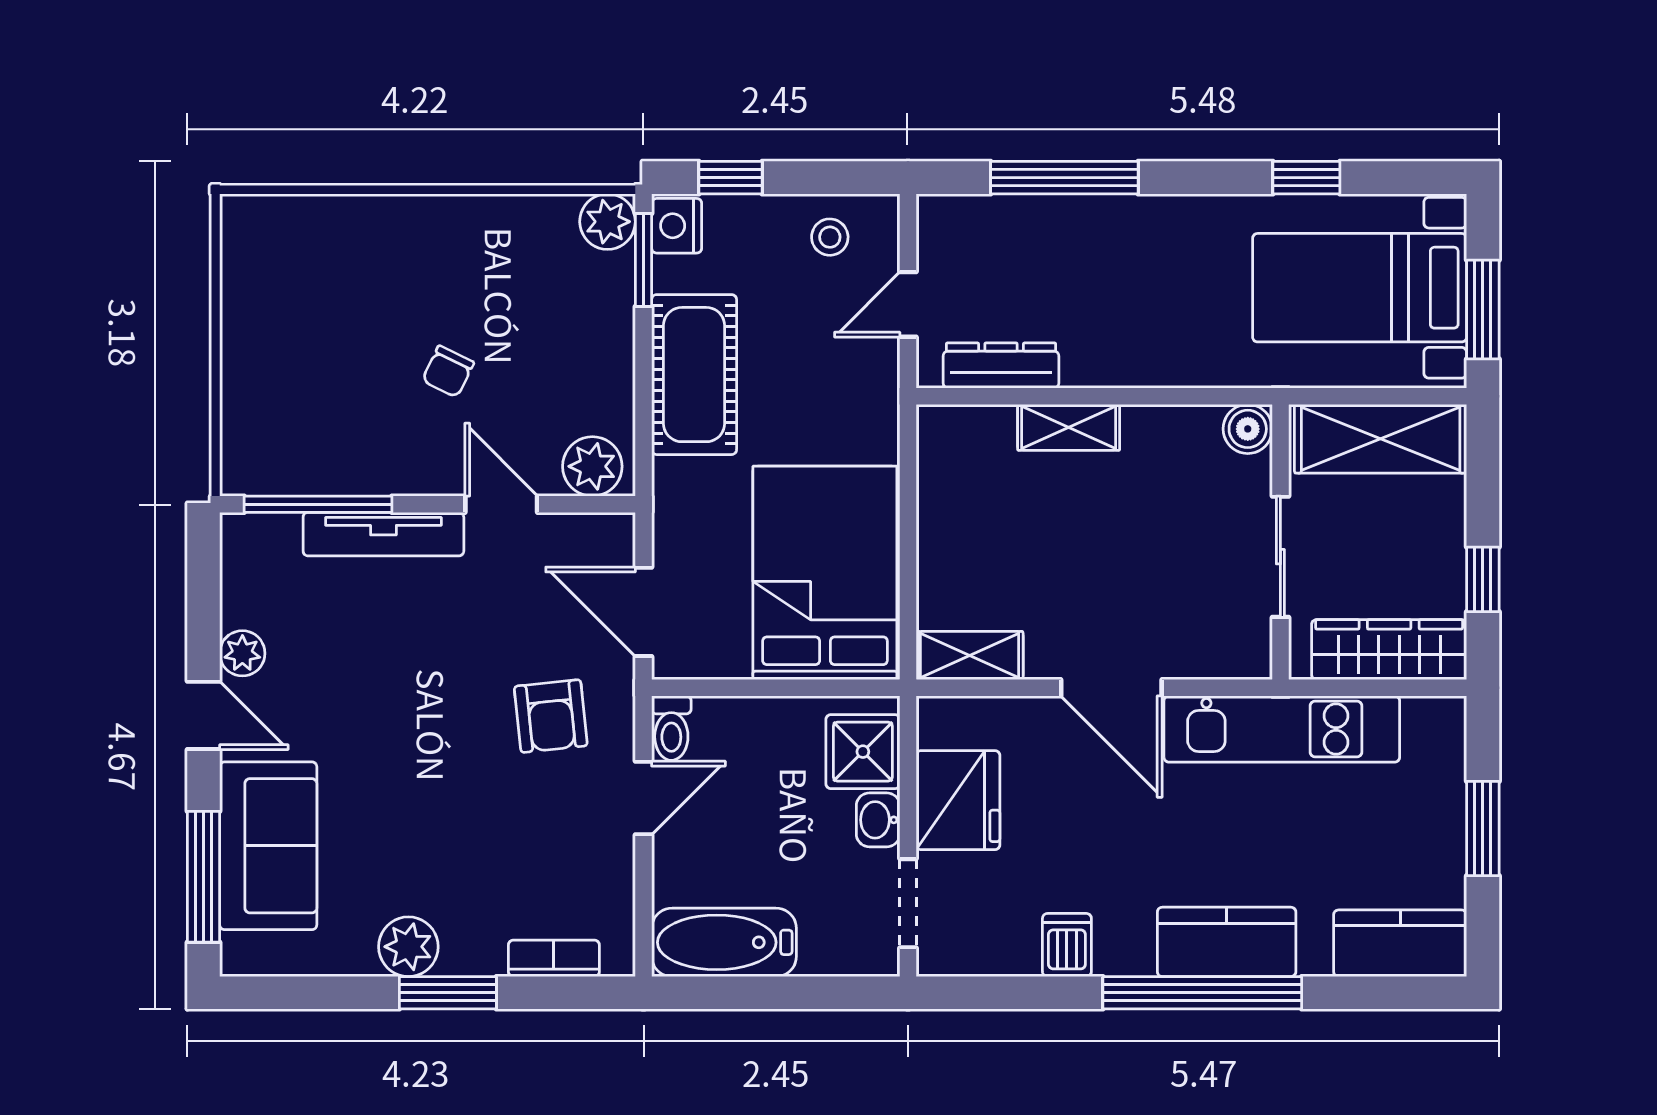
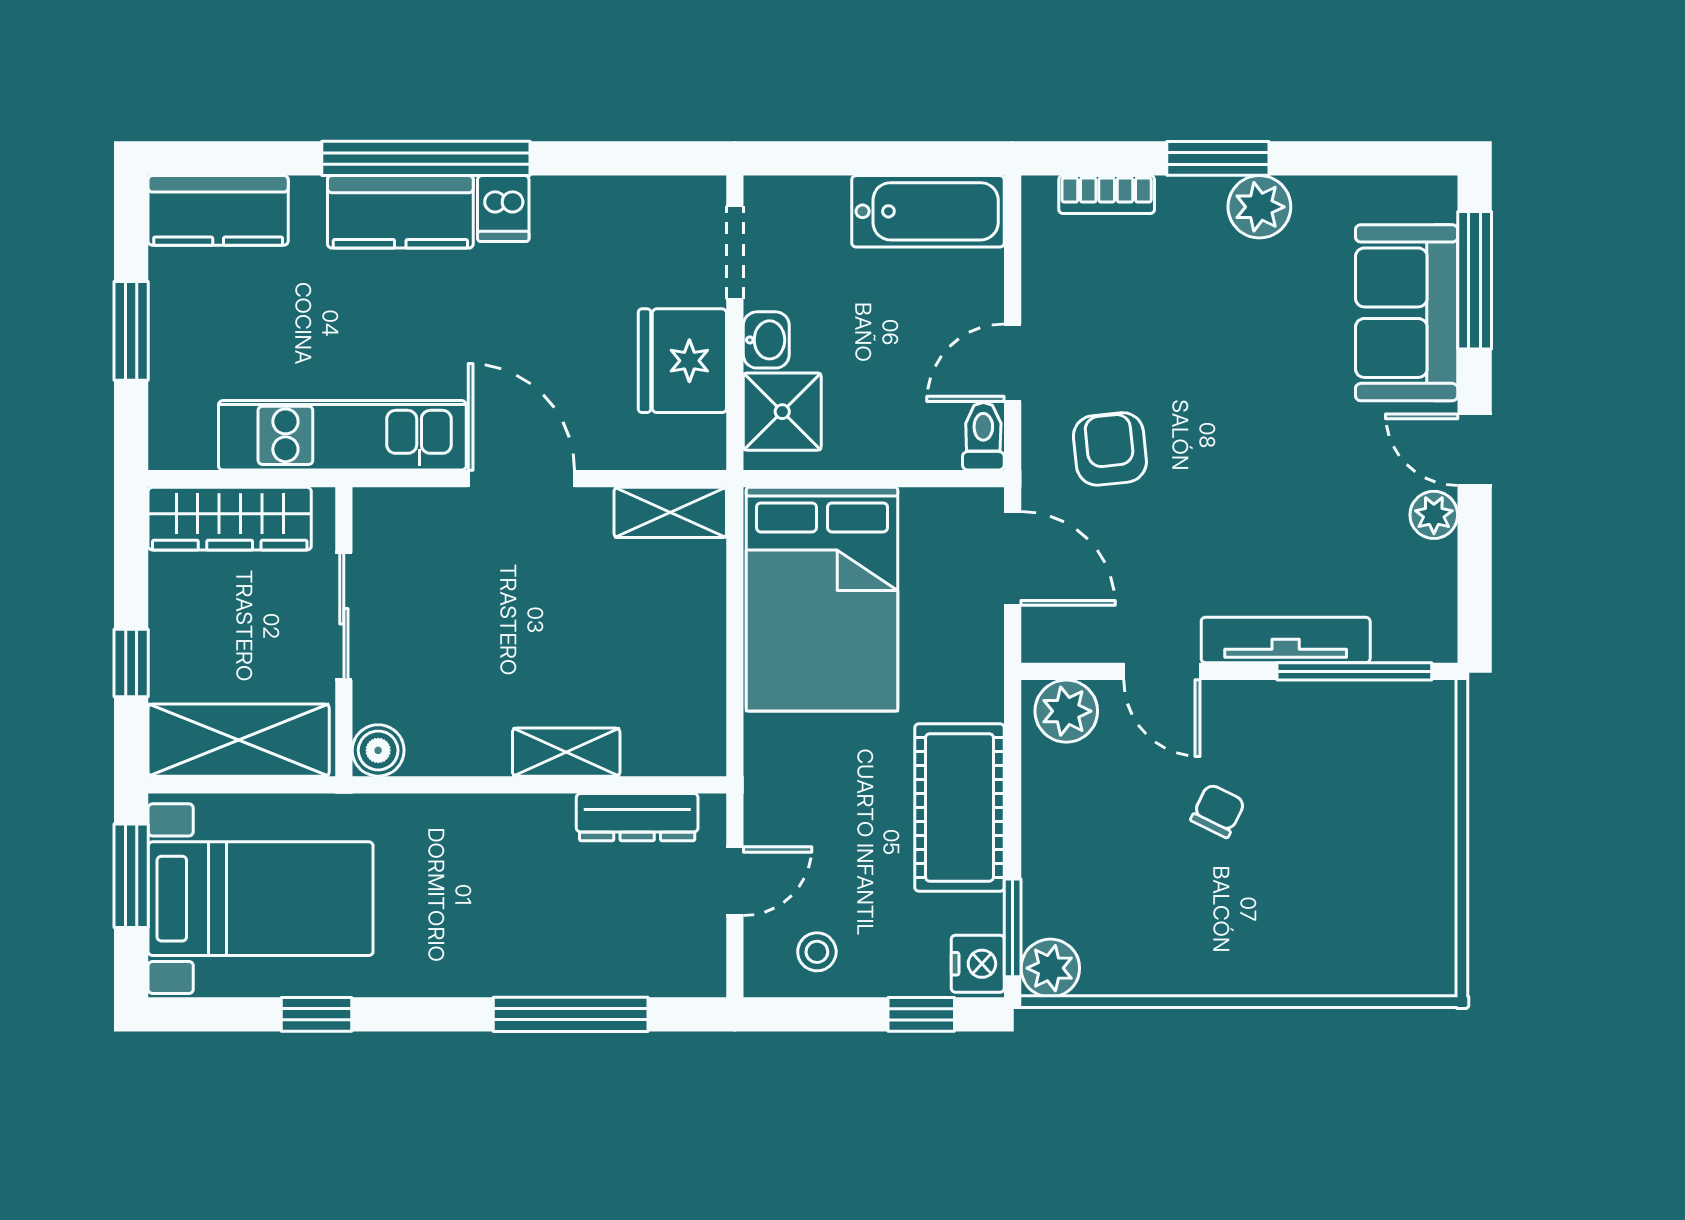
window: (1483, 579) -> (131, 663), moved
dishwasher: (1067, 945) -> (503, 209), moved

